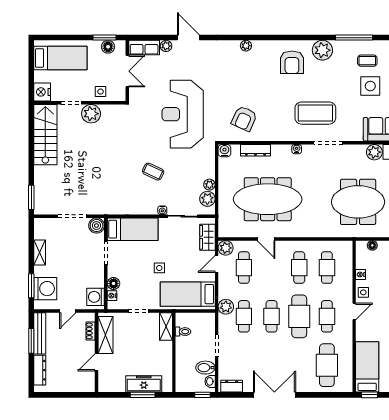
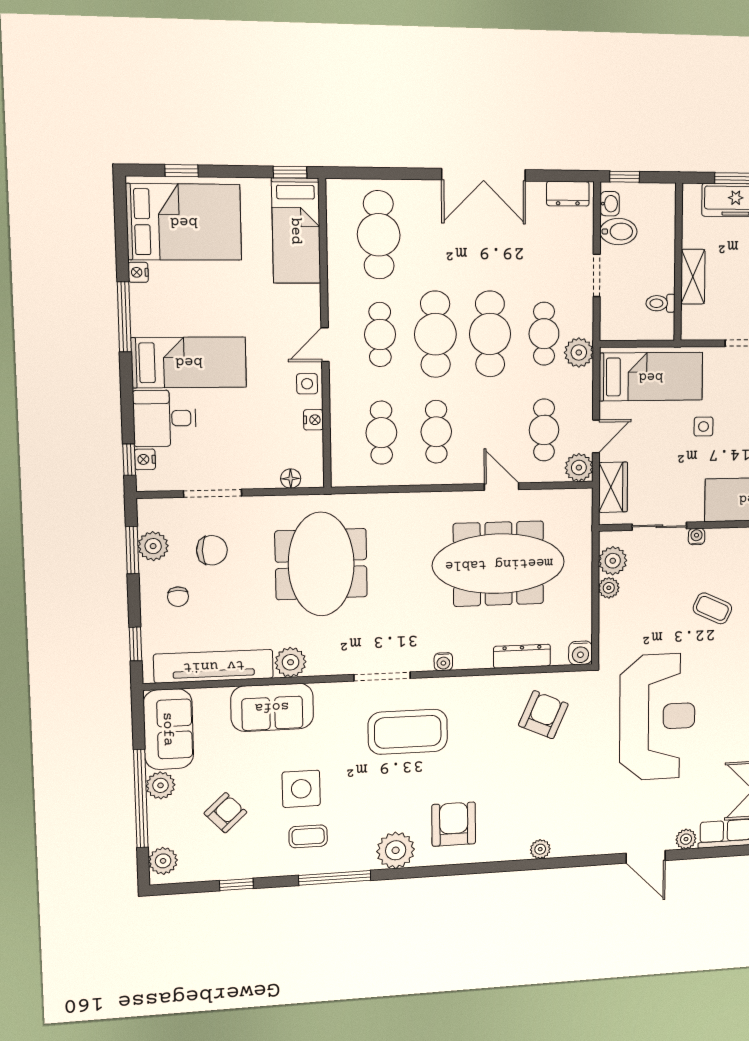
meeting table: (358, 202) -> (321, 564), turned 90
cafe table: (272, 316) -> (490, 334), width x1.37, depth x1.35
shelving: (166, 327) -> (693, 277), moved

